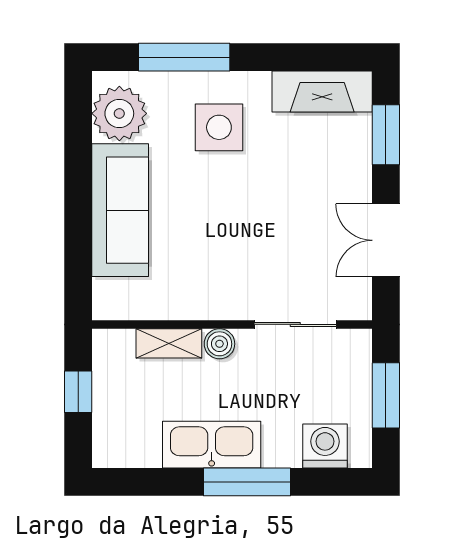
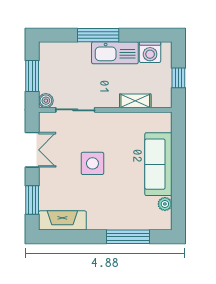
plant: (119, 113) -> (165, 204), width x0.53, depth x0.53
side table: (219, 127) -> (92, 163), moved
boiler: (219, 344) -> (46, 101), moved
washing machine: (325, 446) -> (150, 52), moved

